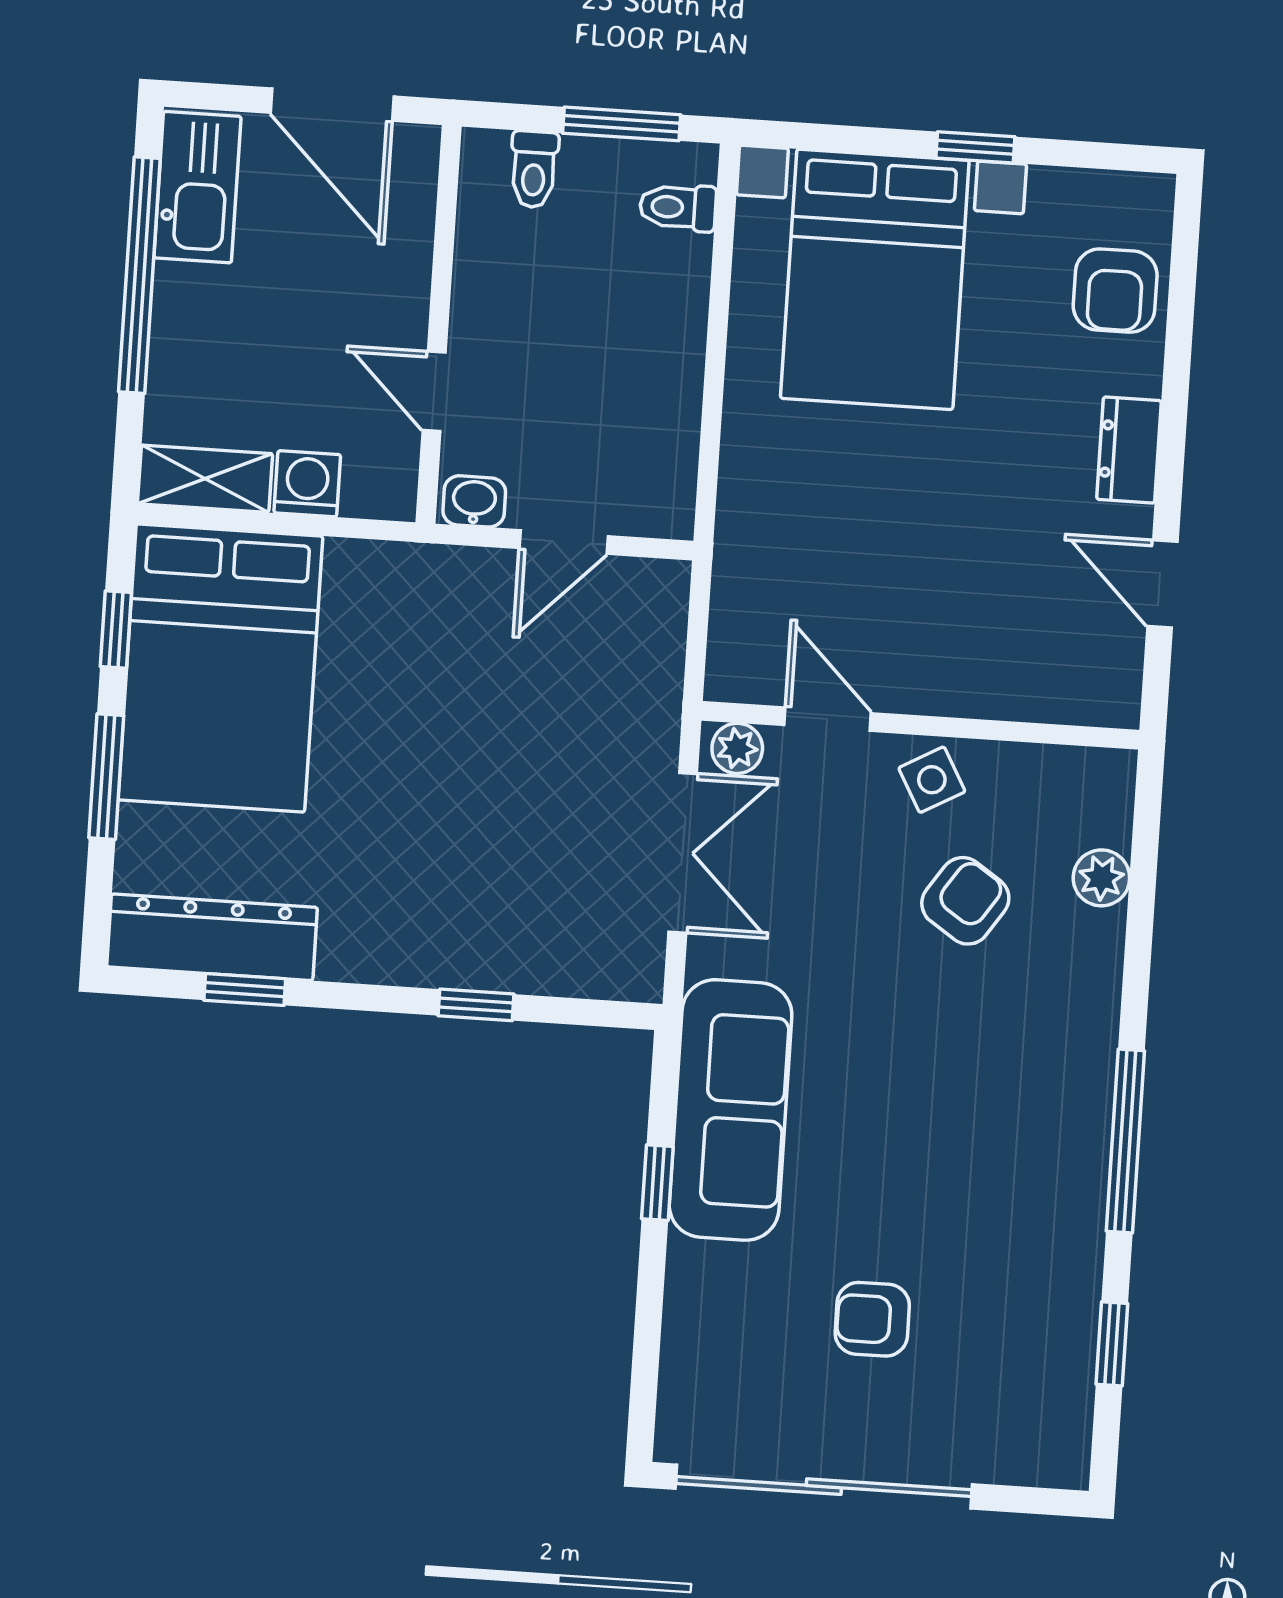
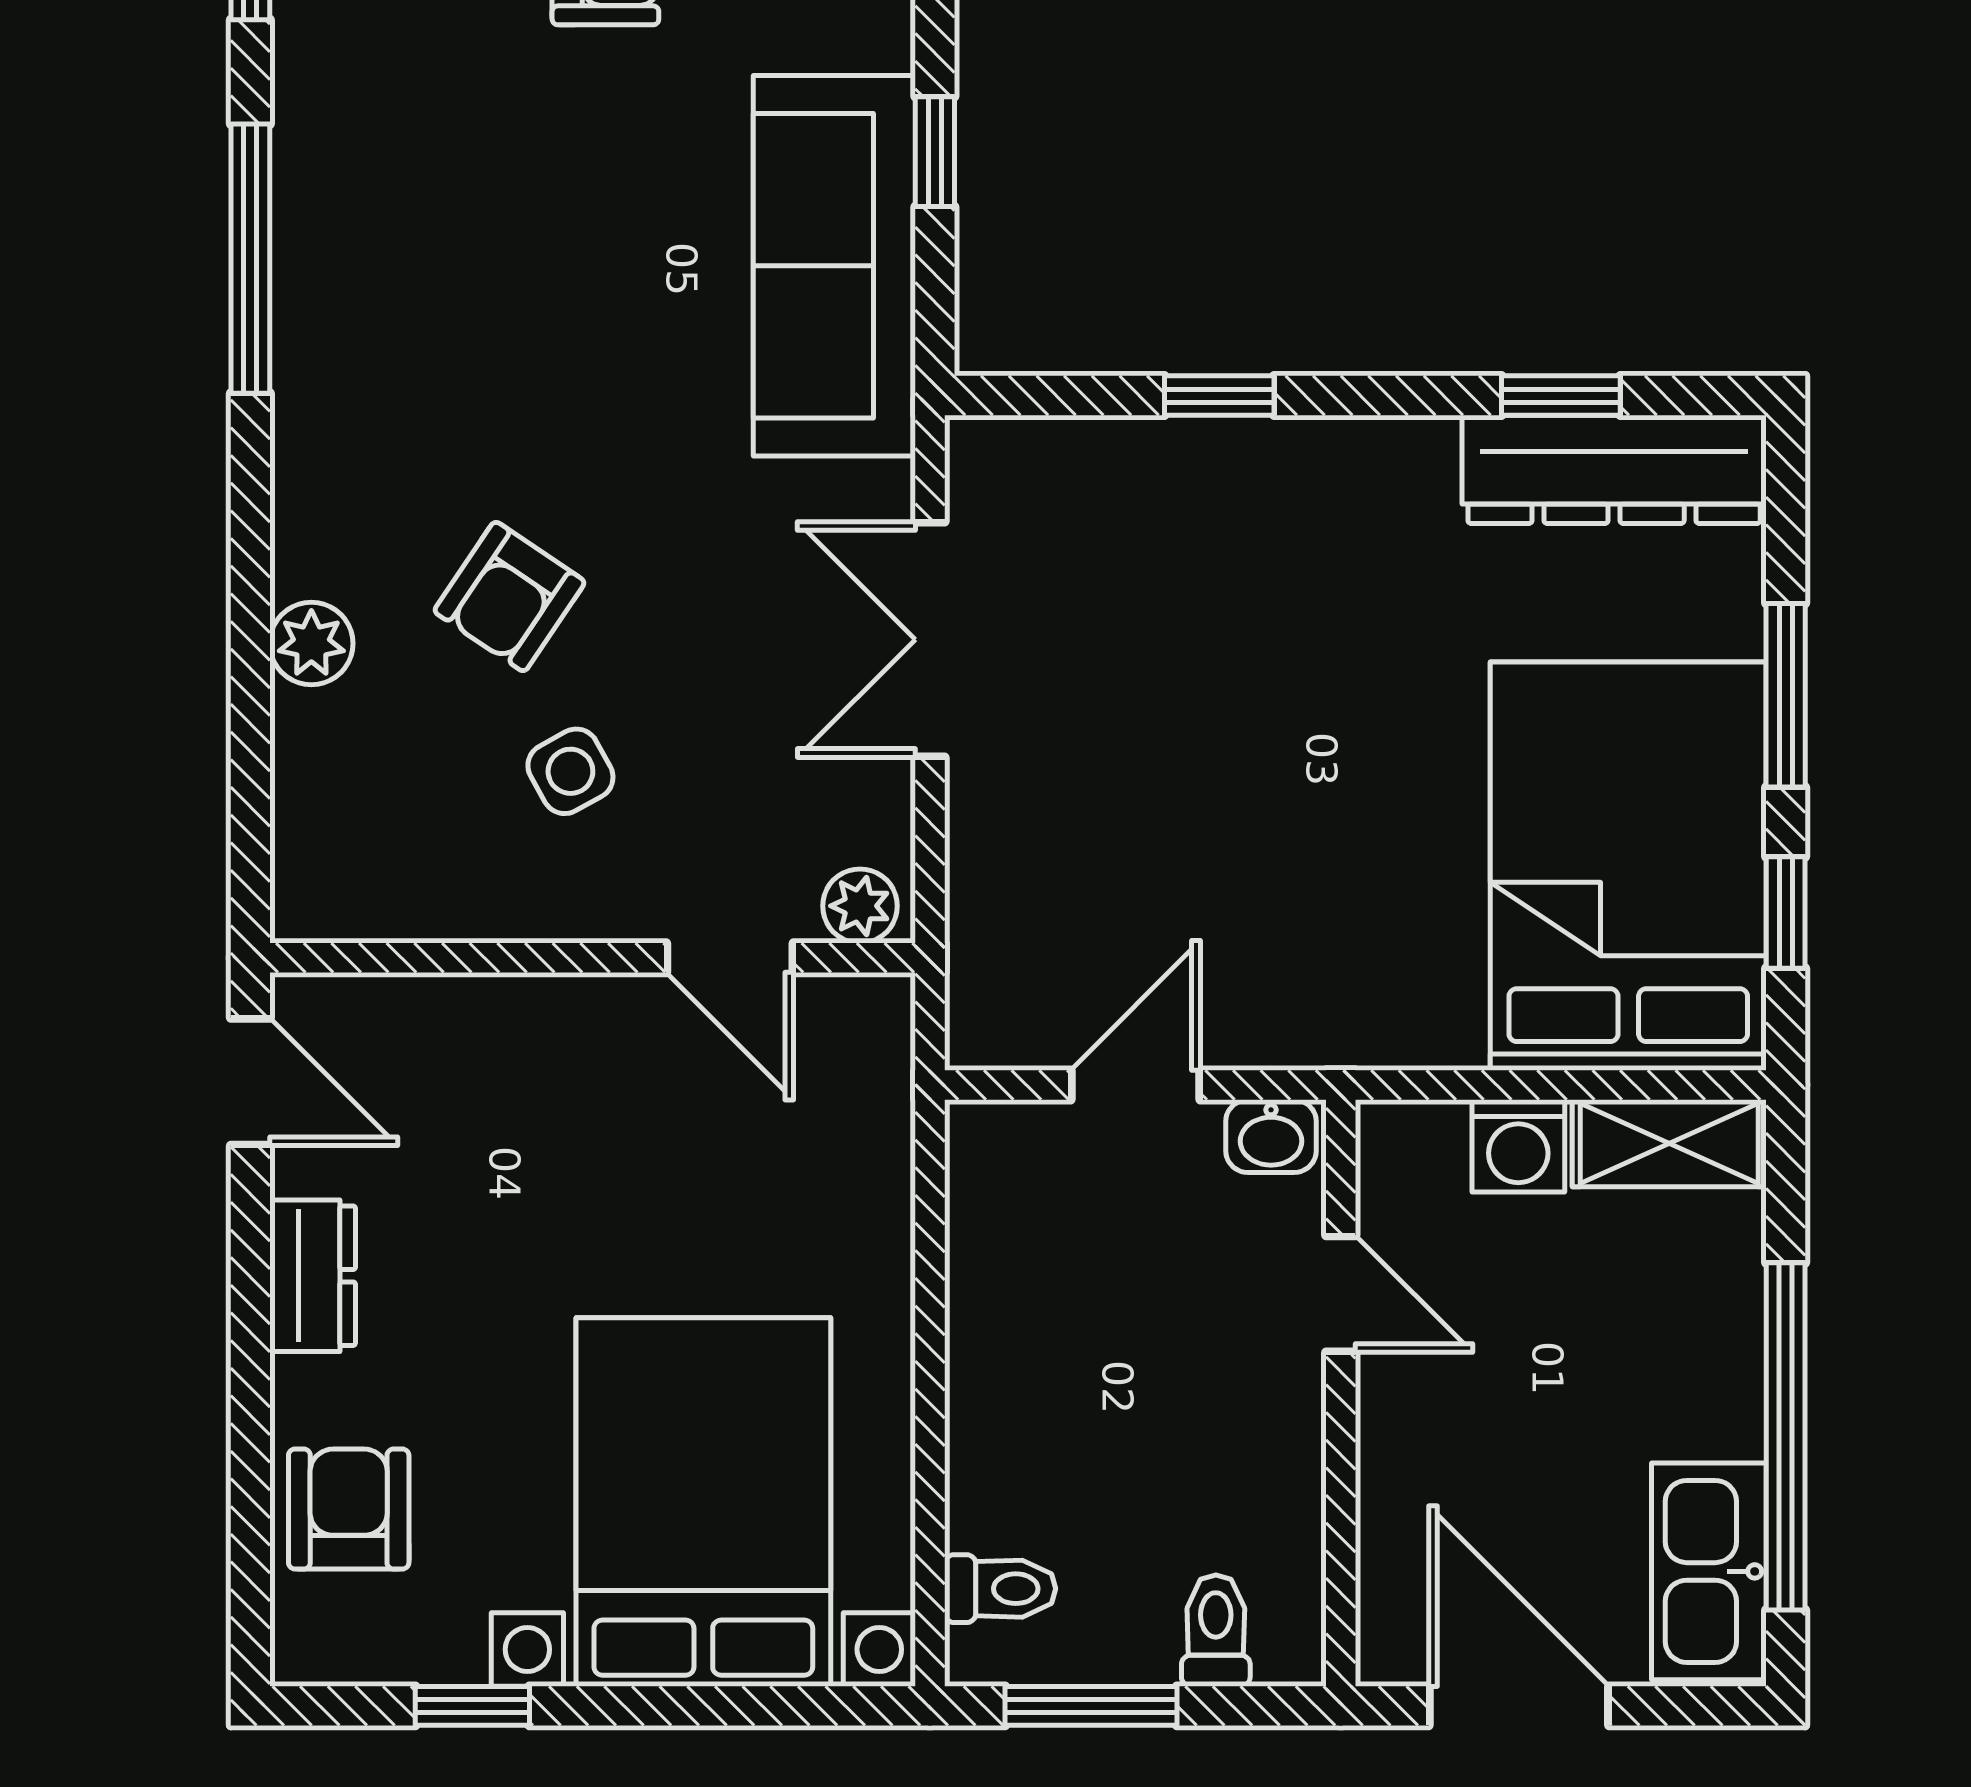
window: (975, 147) -> (472, 1706), moved
door: (828, 719) -> (730, 958), moved
wall: (920, 725) -> (593, 958), moved
plant: (737, 748) -> (860, 906), moved

